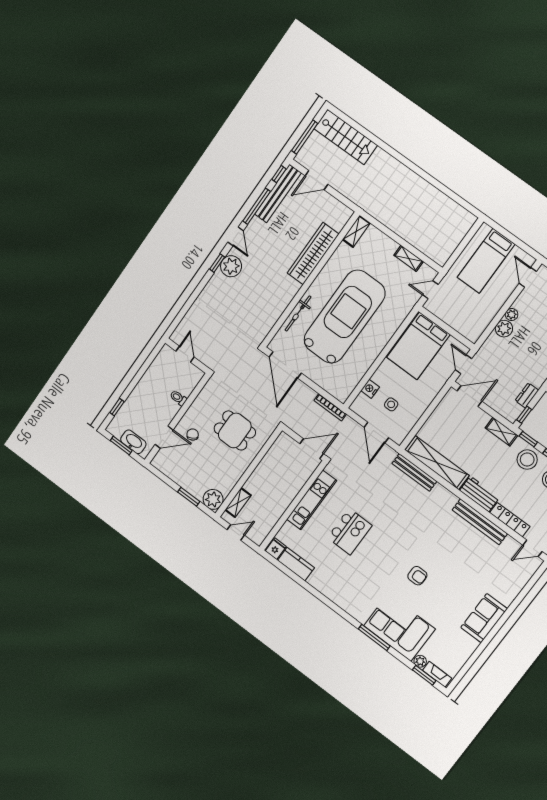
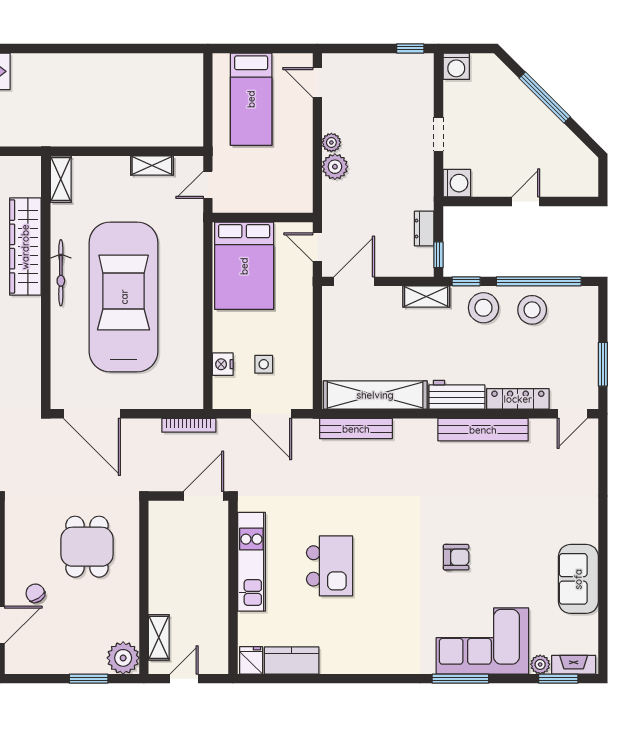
bicycle: (298, 313) -> (61, 273), moved
dining table: (235, 430) -> (87, 547), turned 90
sofa: (484, 618) -> (578, 579), moved

